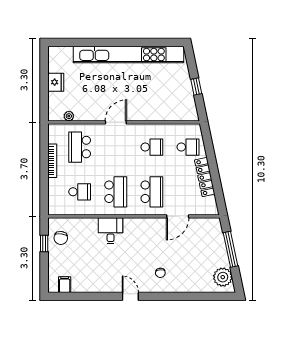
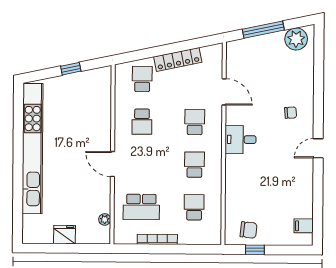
school desk: (152, 147) -> (142, 122), turned 180
school desk: (116, 192) -> (194, 165), width x0.54
school desk: (152, 192) -> (195, 122), width x0.54
desk: (111, 231) -> (241, 140), moved

